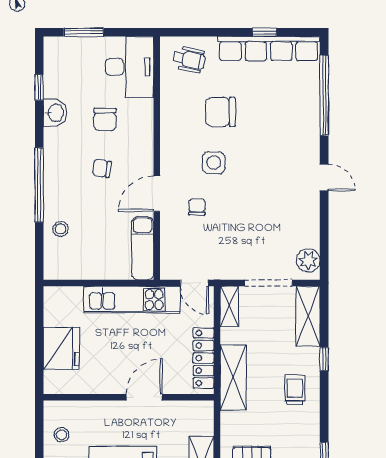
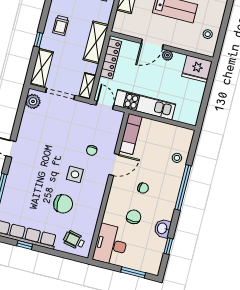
fridge: (61, 348) -> (197, 69), moved, turned -90
plant: (116, 386) -> (167, 55), added

